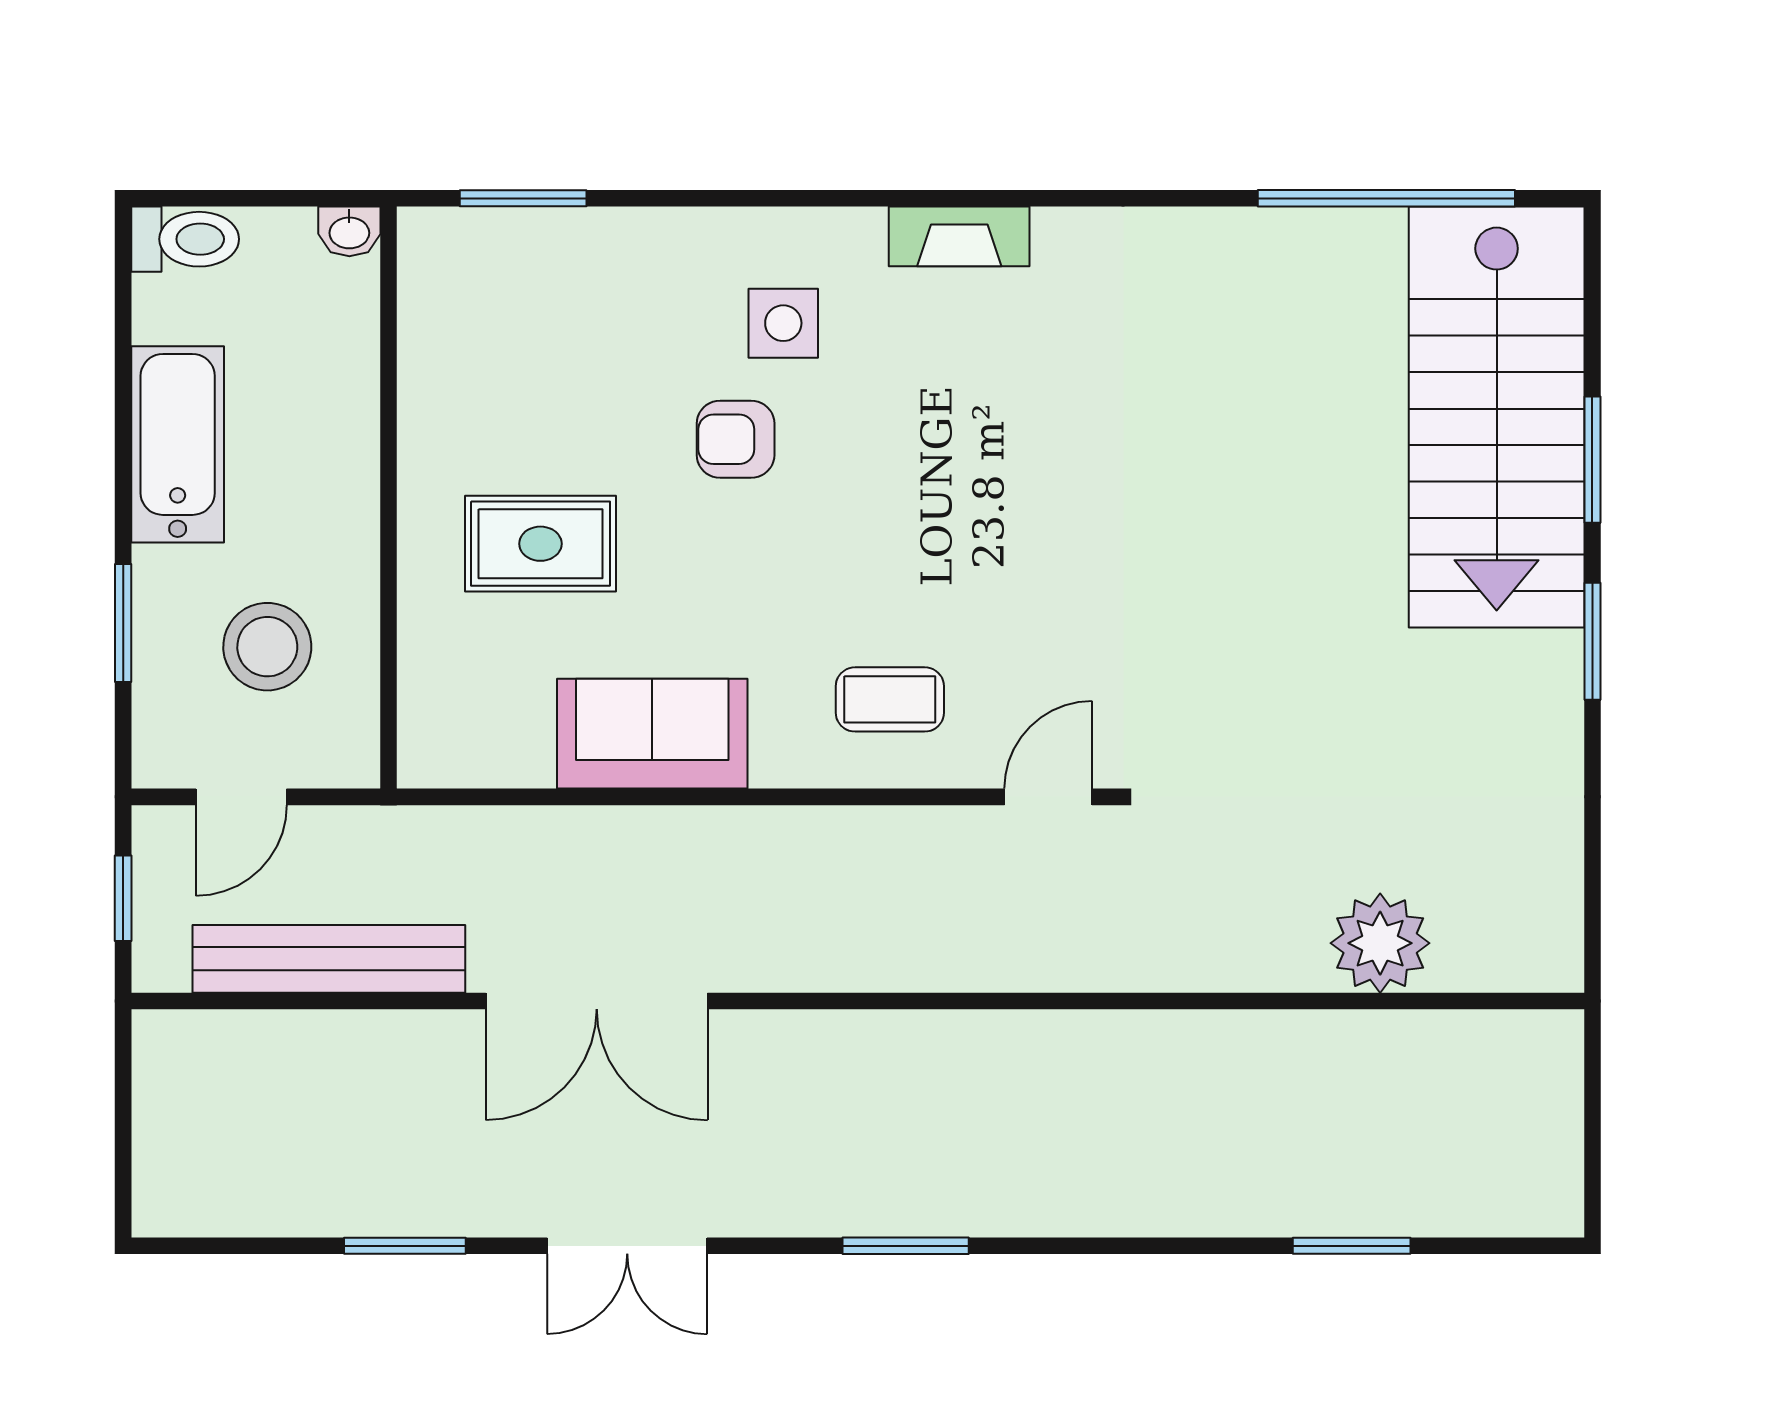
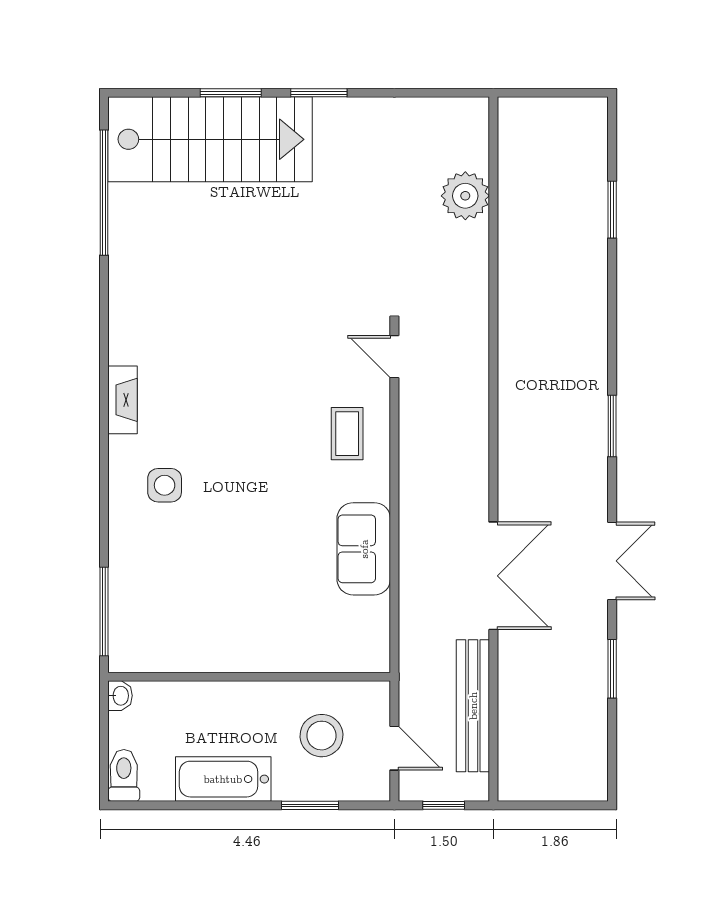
window: (523, 198) -> (104, 611), width x1.44
armchair: (736, 439) -> (221, 508), removed
rug: (540, 544) -> (272, 603), removed

